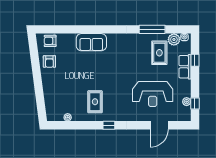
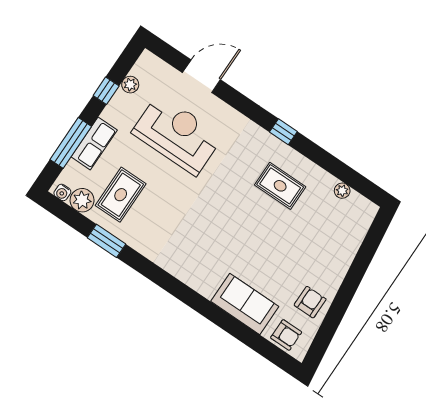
window: (152, 29) -> (106, 241), width x0.69
sofa: (91, 42) -> (245, 304), moved
window: (195, 60) -> (71, 143), width x2.17
rug: (95, 102) -> (280, 186), turned 90
window: (195, 103) -> (106, 91), moved

